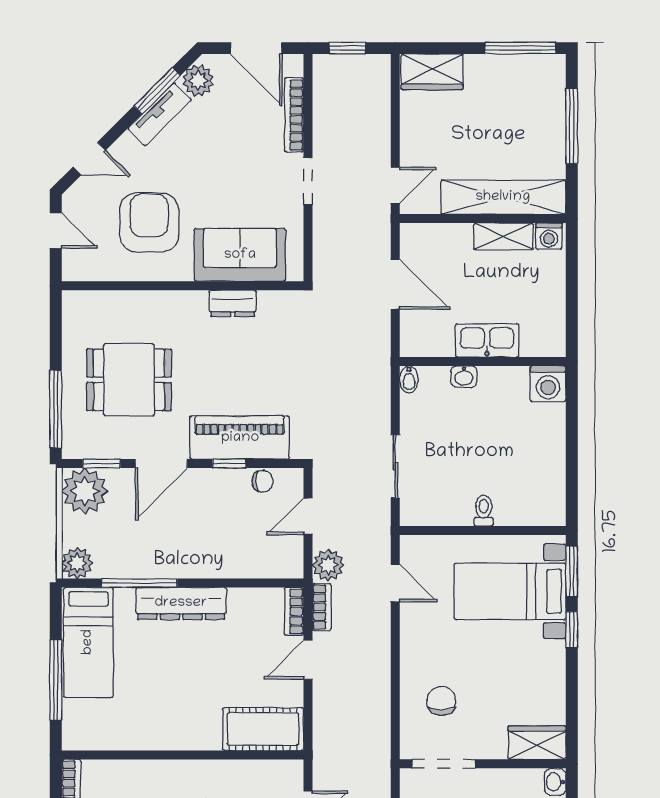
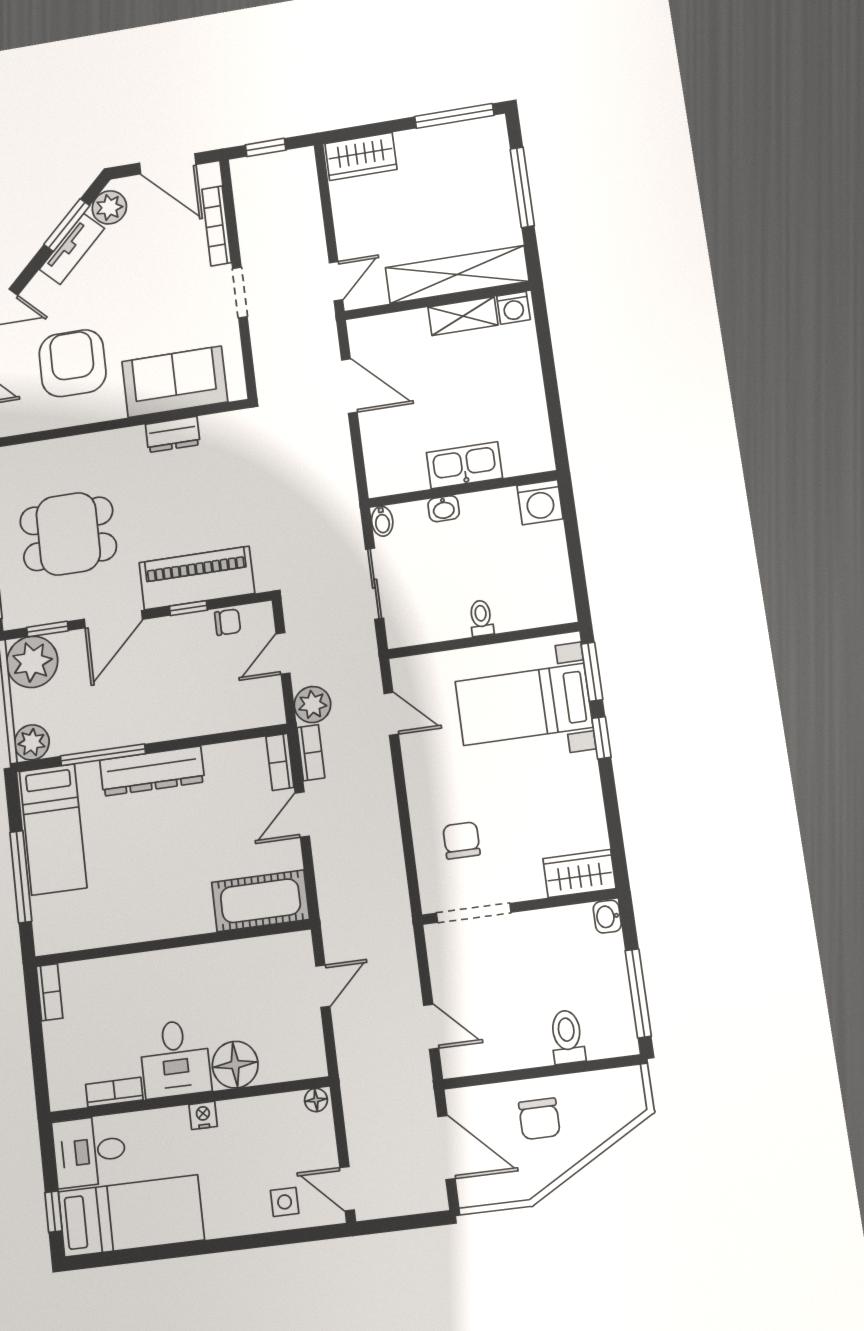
kitchen sink: (487, 340) -> (464, 465), moved
wall: (483, 361) -> (463, 489), moved
washbasin: (464, 376) -> (444, 509), moved
bidet: (409, 379) -> (382, 521), moved
washing machine: (548, 384) -> (540, 502), moved

